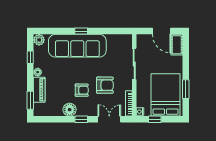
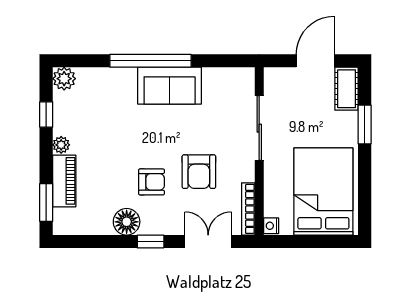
window: (81, 31) -> (150, 61), width x3.17
door: (162, 31) -> (315, 61), swing flipped
sofa: (77, 46) -> (170, 86), width x0.54, depth x0.79
armchair: (105, 85) -> (199, 172), turned 90
window: (186, 89) -> (365, 125), moved
window: (155, 119) -> (301, 242), removed

